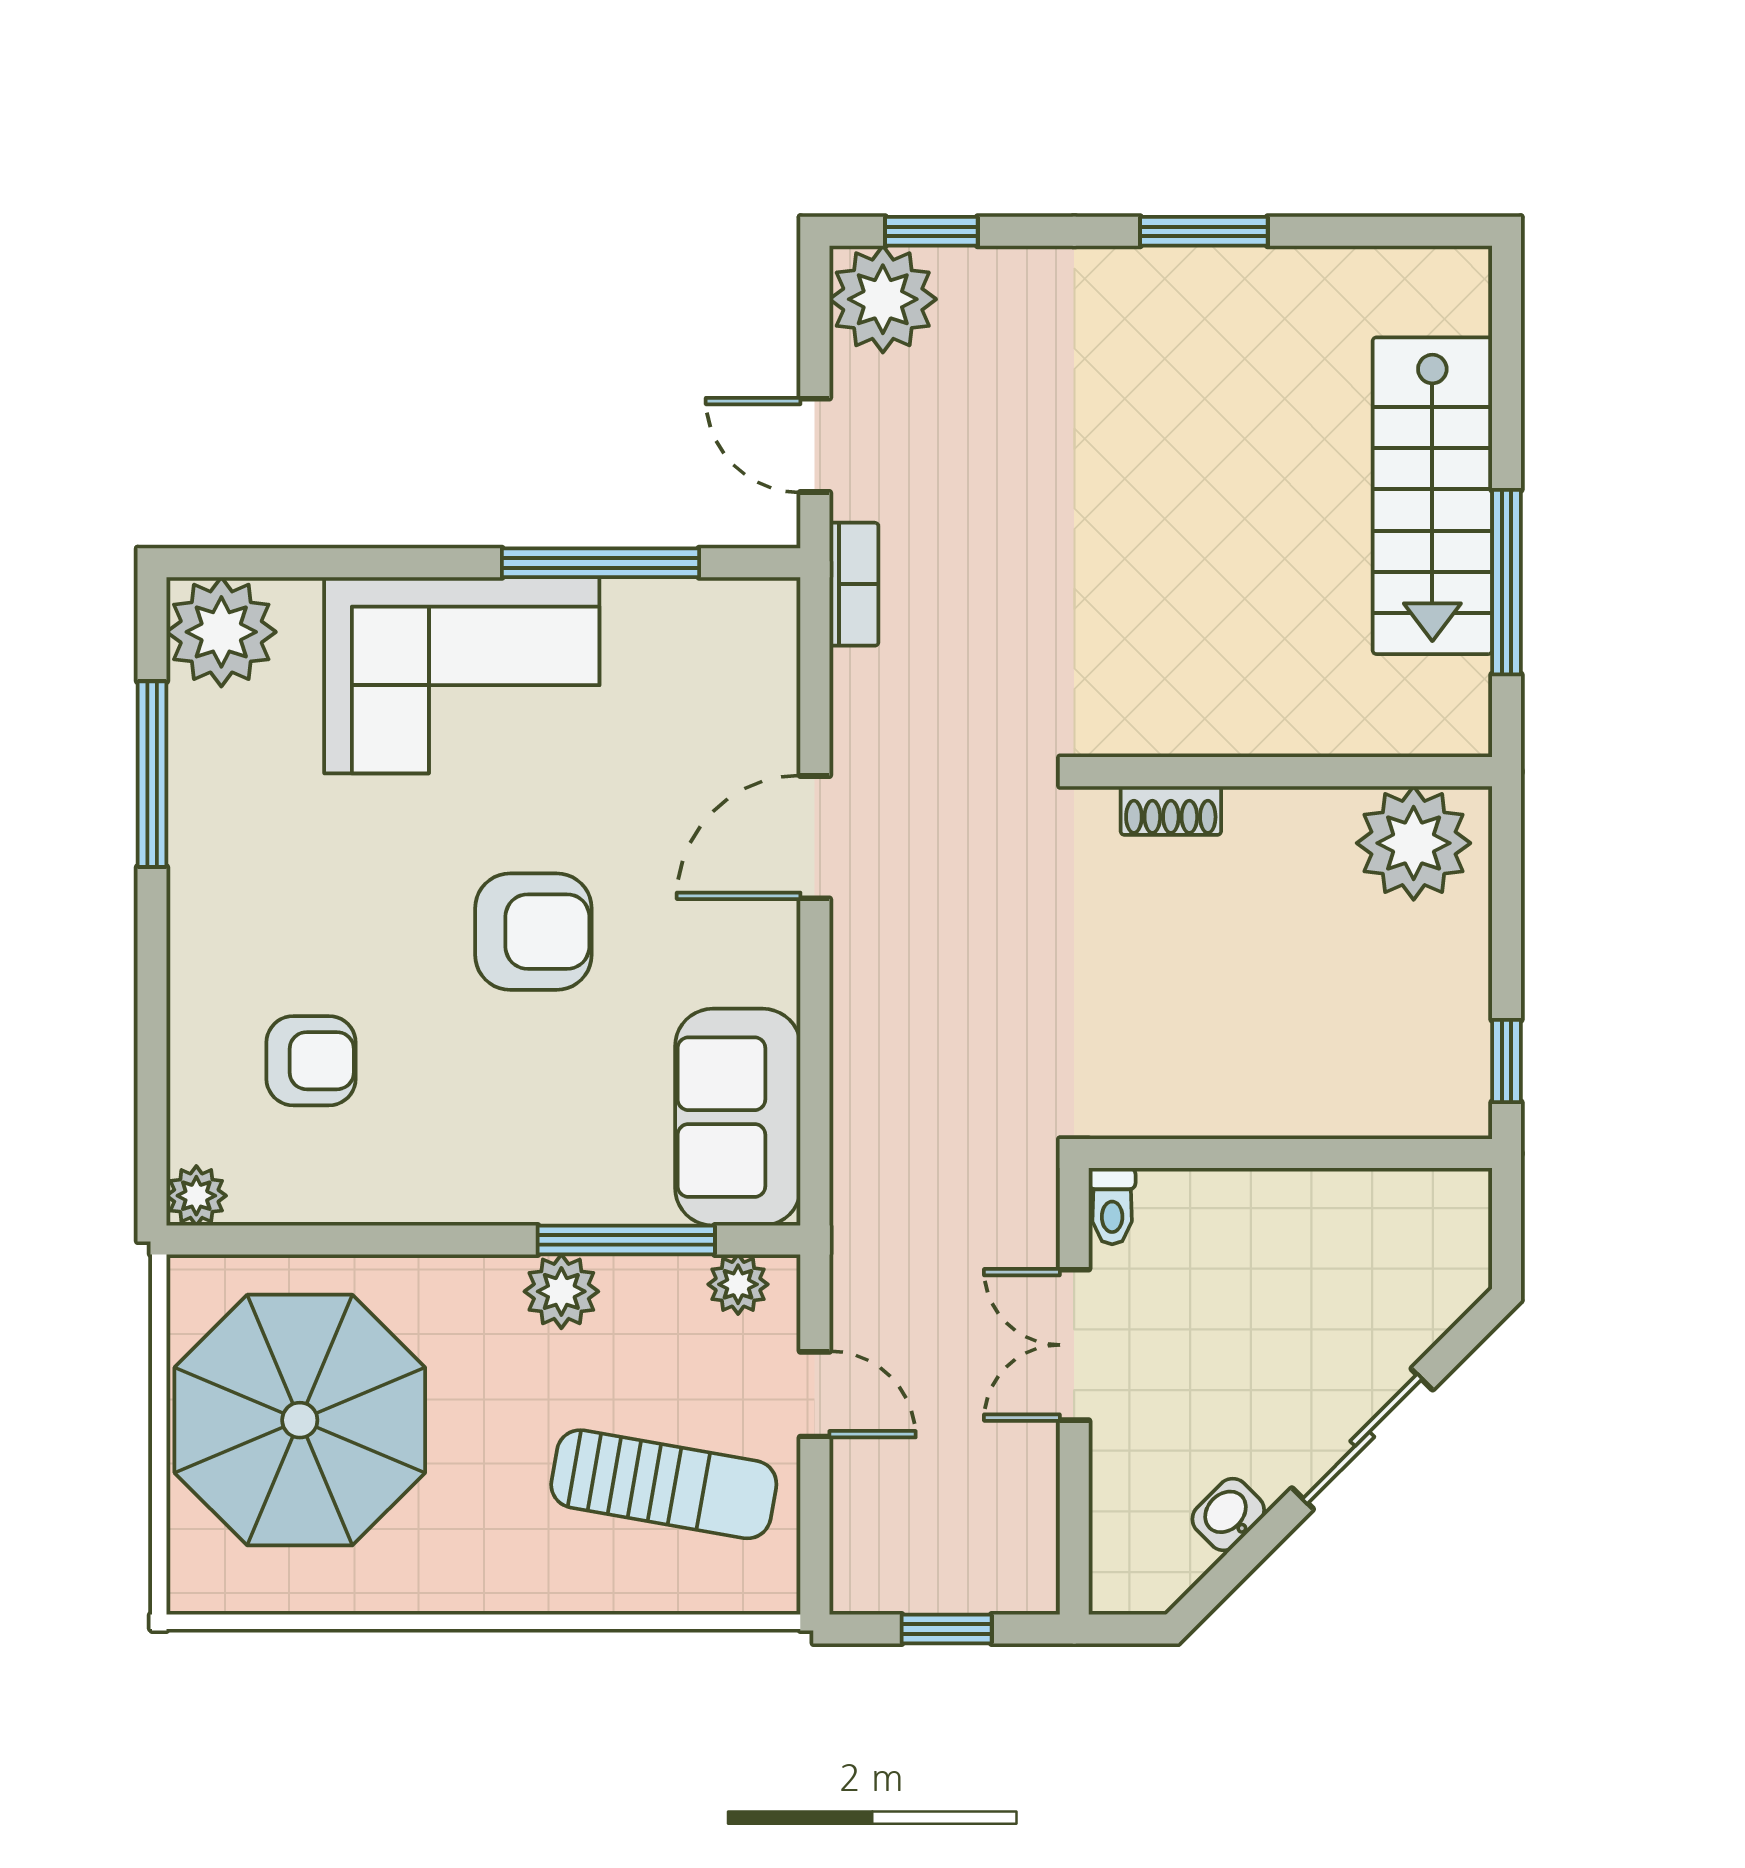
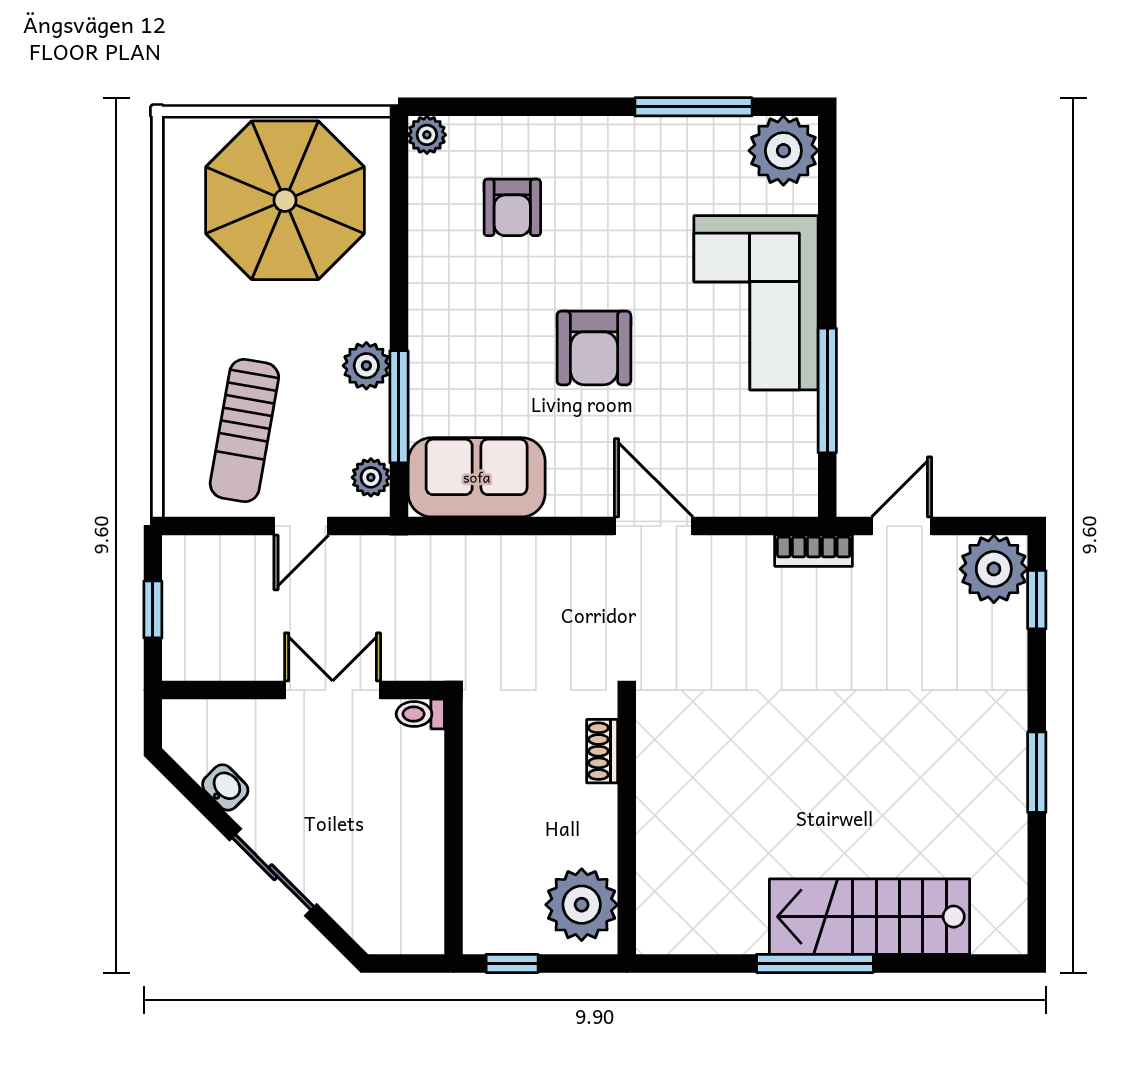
wall: (1290, 772) -> (627, 827), moved
shoe rack: (1171, 810) -> (602, 751), moved
plant: (1414, 843) -> (582, 905), moved

